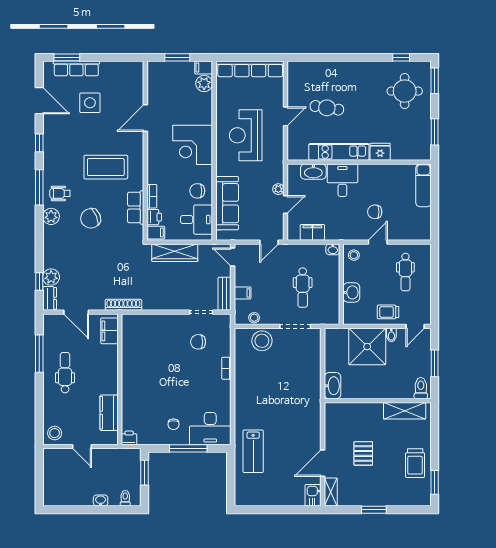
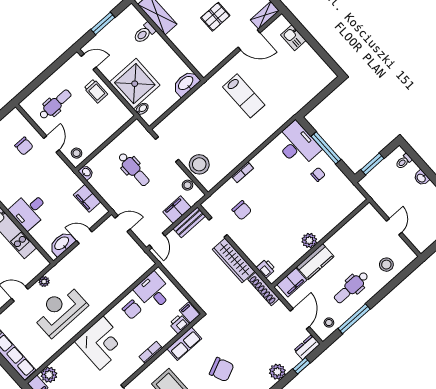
reception desk: (246, 135) -> (60, 310), turned 180
washbasin: (313, 172) -> (62, 244), moved, turned -90
plant: (278, 189) -> (44, 281), moved
bookcase: (152, 196) -> (151, 352), moved
sofa: (227, 203) -> (121, 280), removed
chair: (375, 212) -> (24, 146), moved
door: (378, 242) -> (51, 144), swing flipped
wardrobe: (175, 253) -> (234, 260), moved, turned 180
plant: (51, 277) -> (277, 372), moved
dental chair: (303, 288) -> (134, 169), turned 90
washbasin: (351, 292) -> (106, 131), removed
filing cabinet: (243, 293) -> (177, 210), width x2.00
stool: (53, 332) -> (329, 323), added
bidet: (391, 335) -> (142, 109), moved
plant: (129, 373) -> (309, 240), added
toilet: (421, 388) -> (144, 33), moved
kitchen counter: (109, 413) -> (315, 262), moved
stool: (55, 433) -> (386, 265), moved
printer: (129, 438) -> (266, 268), moved, turned 180
lab bench: (253, 451) -> (244, 96), moved, turned 90
kitchen sink: (313, 495) -> (293, 38), moved, turned 90

